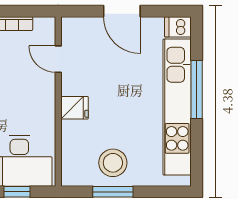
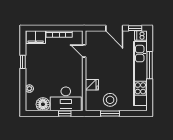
window: (166, 11) -> (135, 28), added
fridge: (75, 108) -> (92, 85), moved

